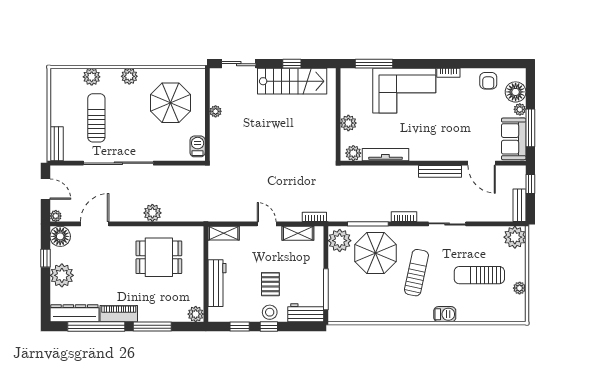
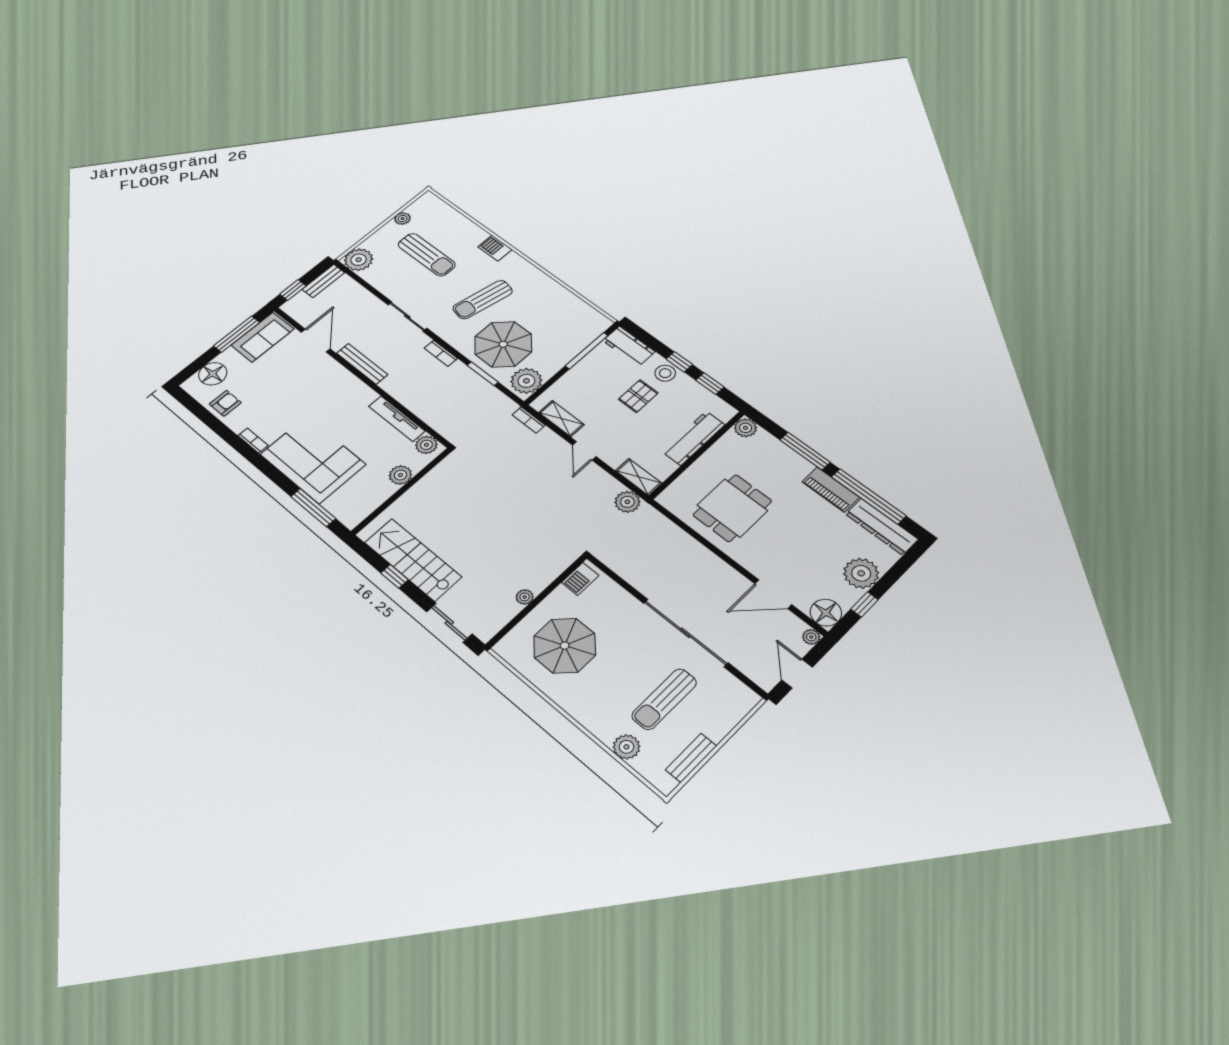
plant: (129, 76) -> (583, 711), removed
plant: (520, 109) -> (227, 356), removed
bench: (57, 144) -> (691, 758), moved
plant: (152, 213) -> (627, 502), moved
window: (368, 224) -> (483, 374), width x0.69
dining table: (159, 257) -> (732, 508), turned 90

